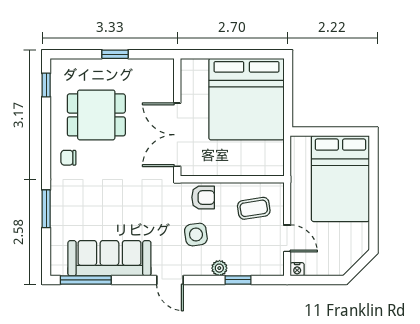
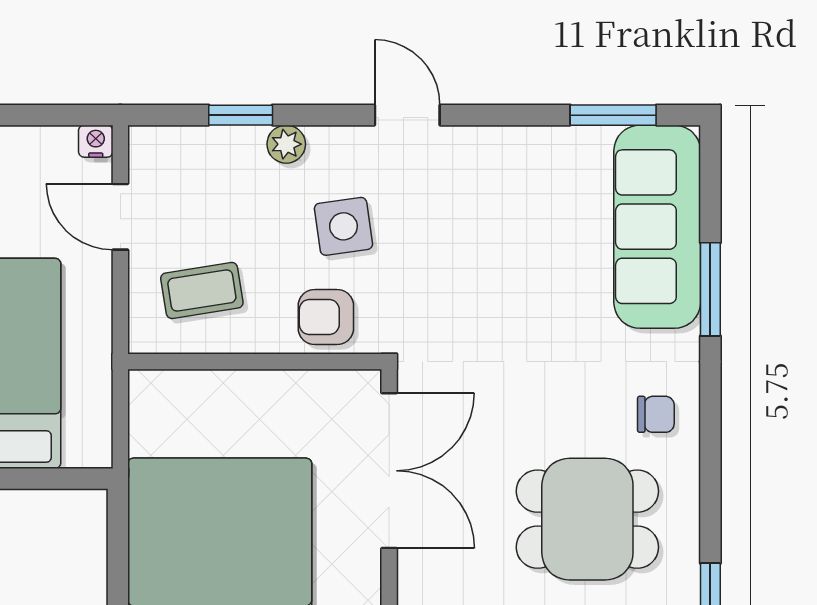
sofa: (109, 258) -> (657, 227), moved, turned 90
window: (86, 280) -> (613, 115), width x0.69

